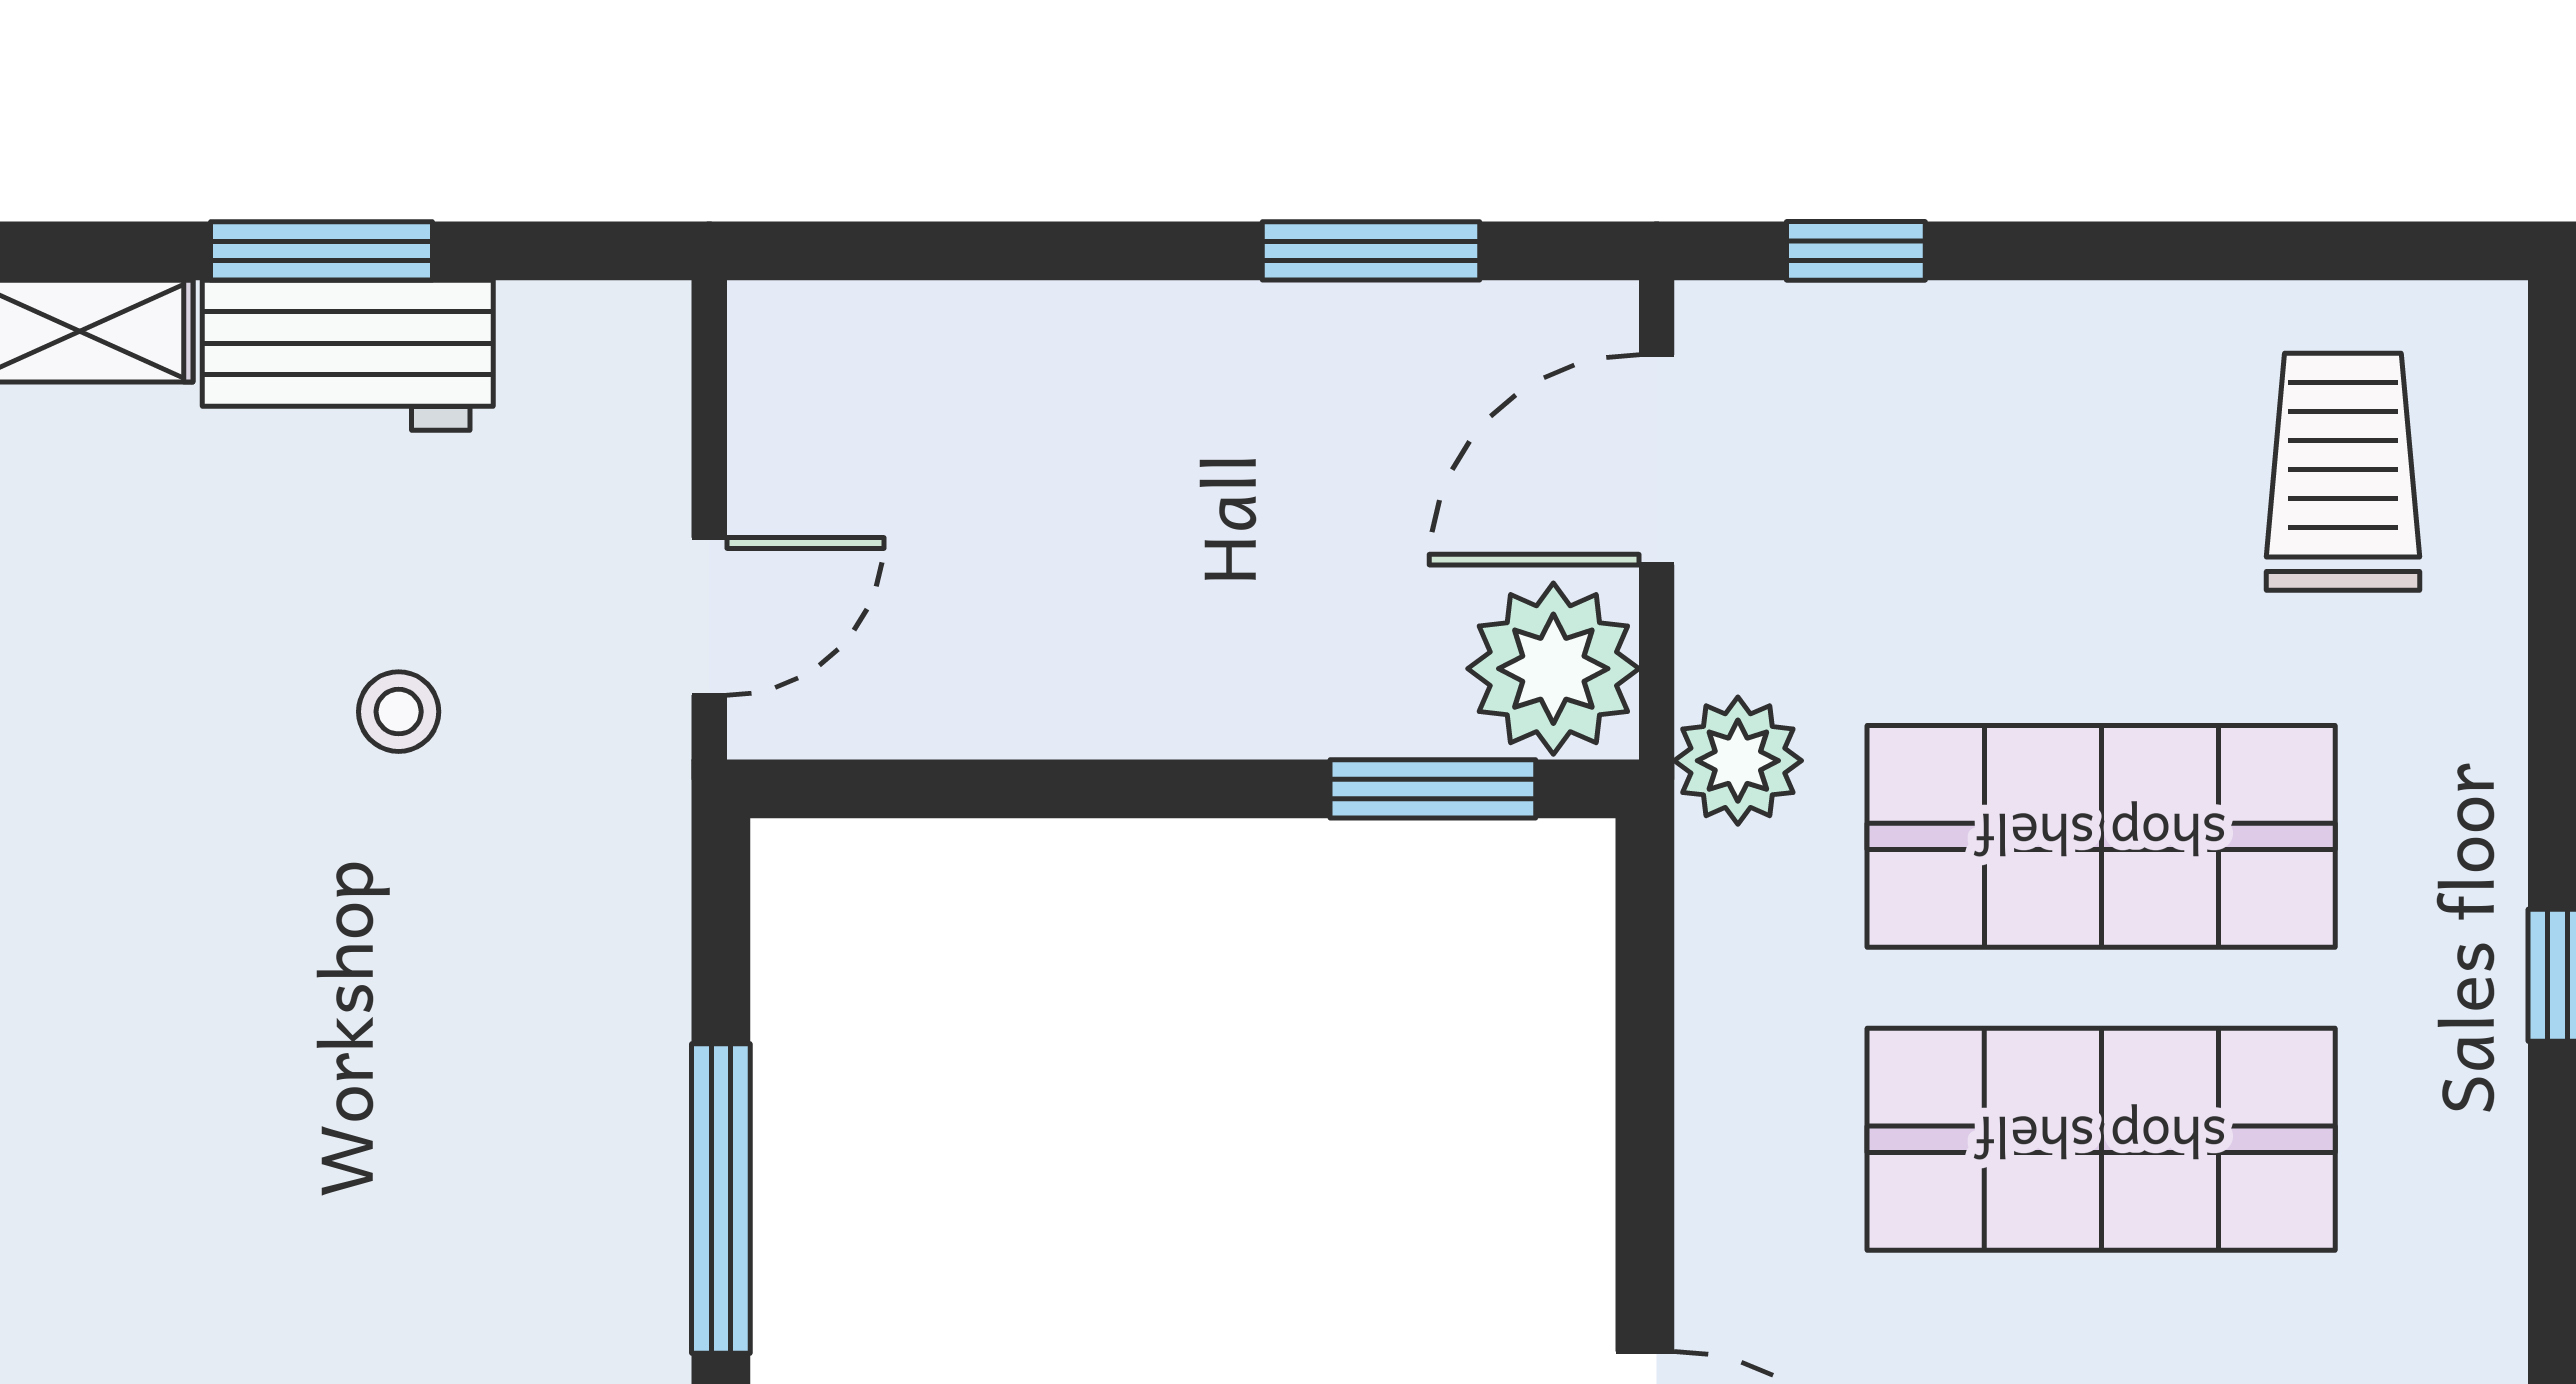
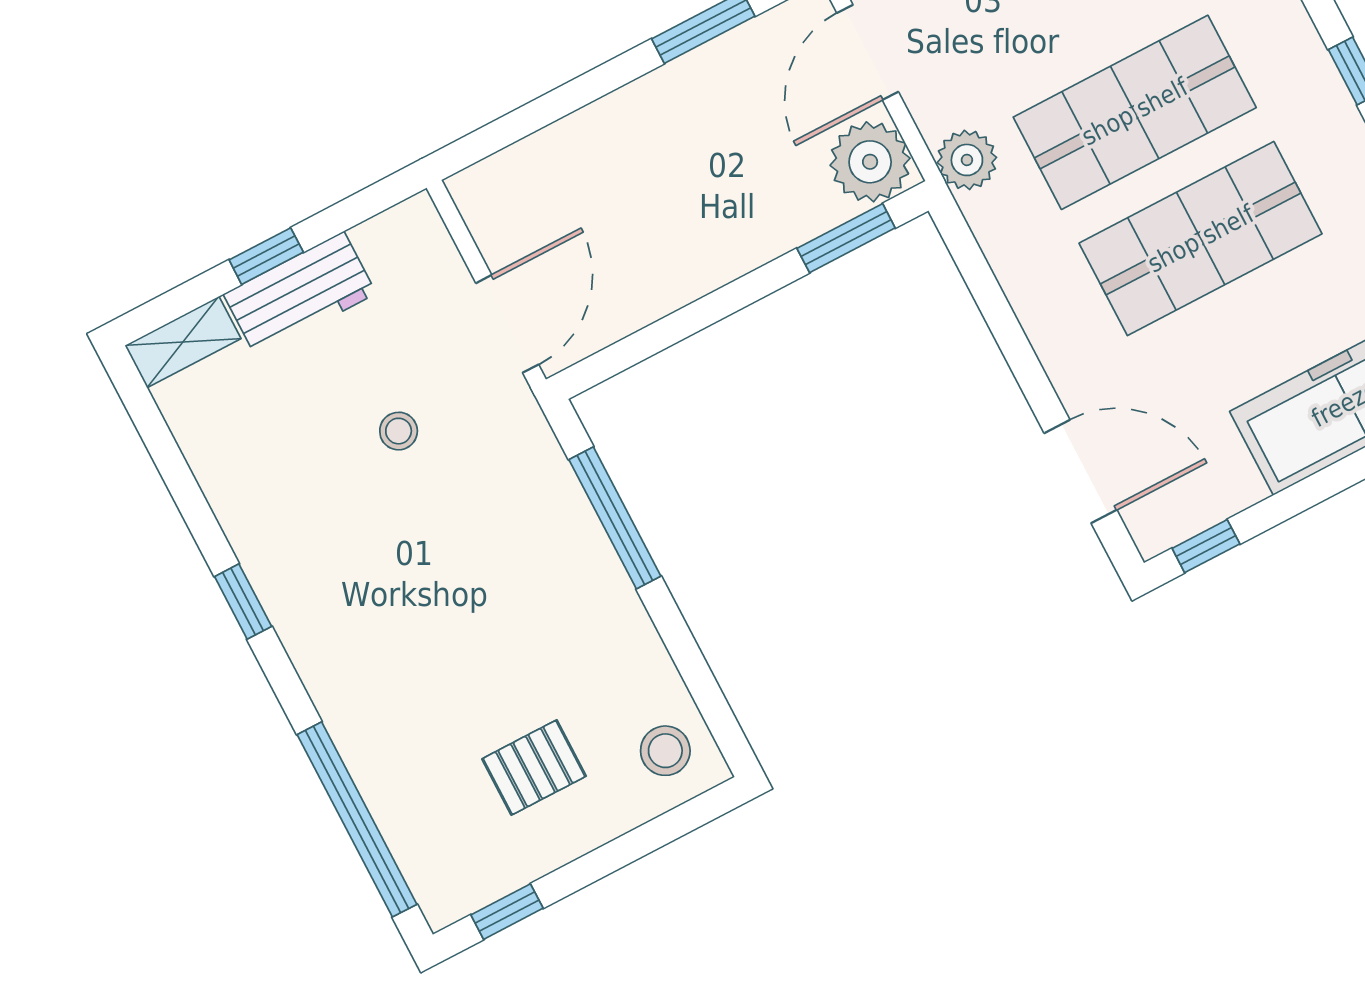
window: (322, 251) -> (266, 256), width x0.67
door: (709, 616) -> (507, 324), width x1.38
window: (721, 1199) -> (615, 518), moved

